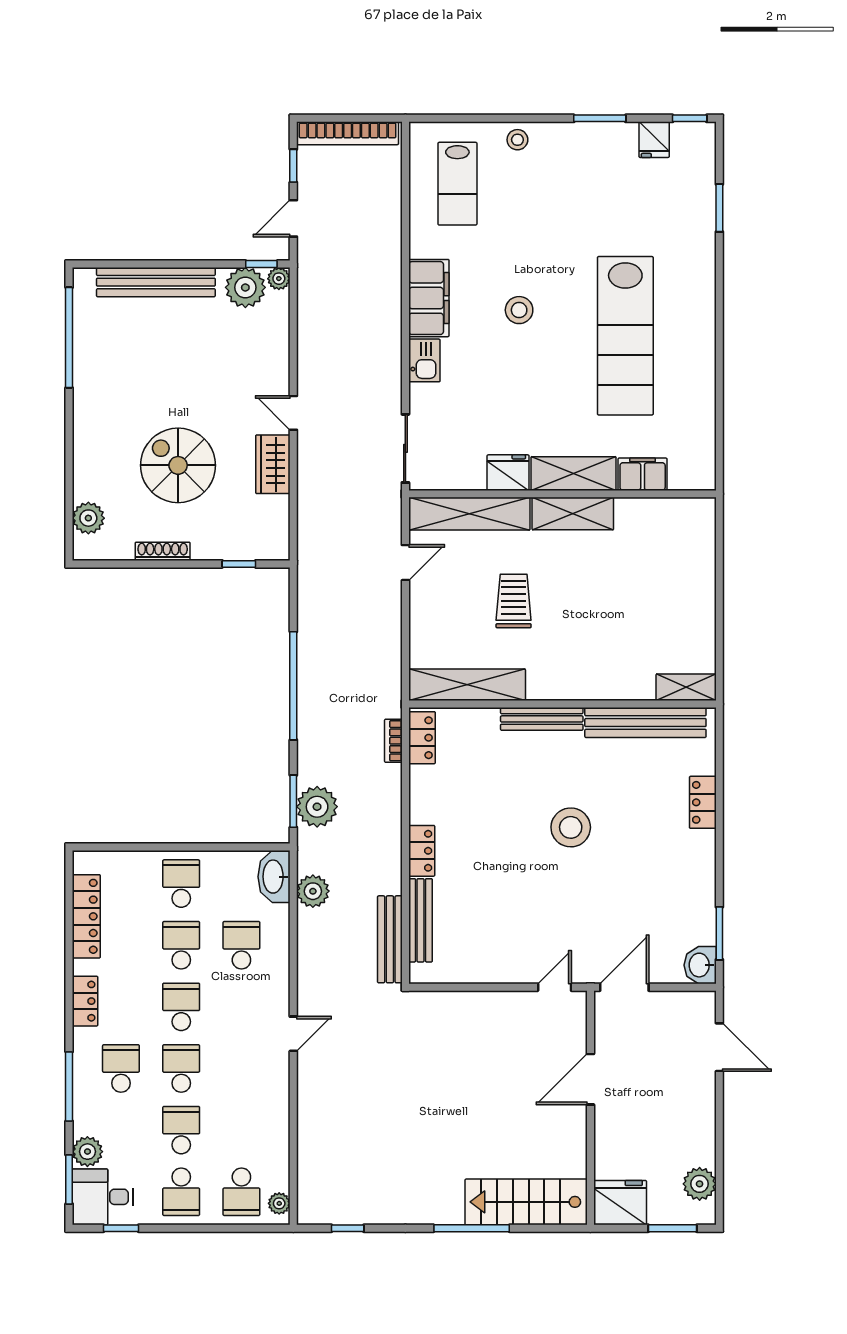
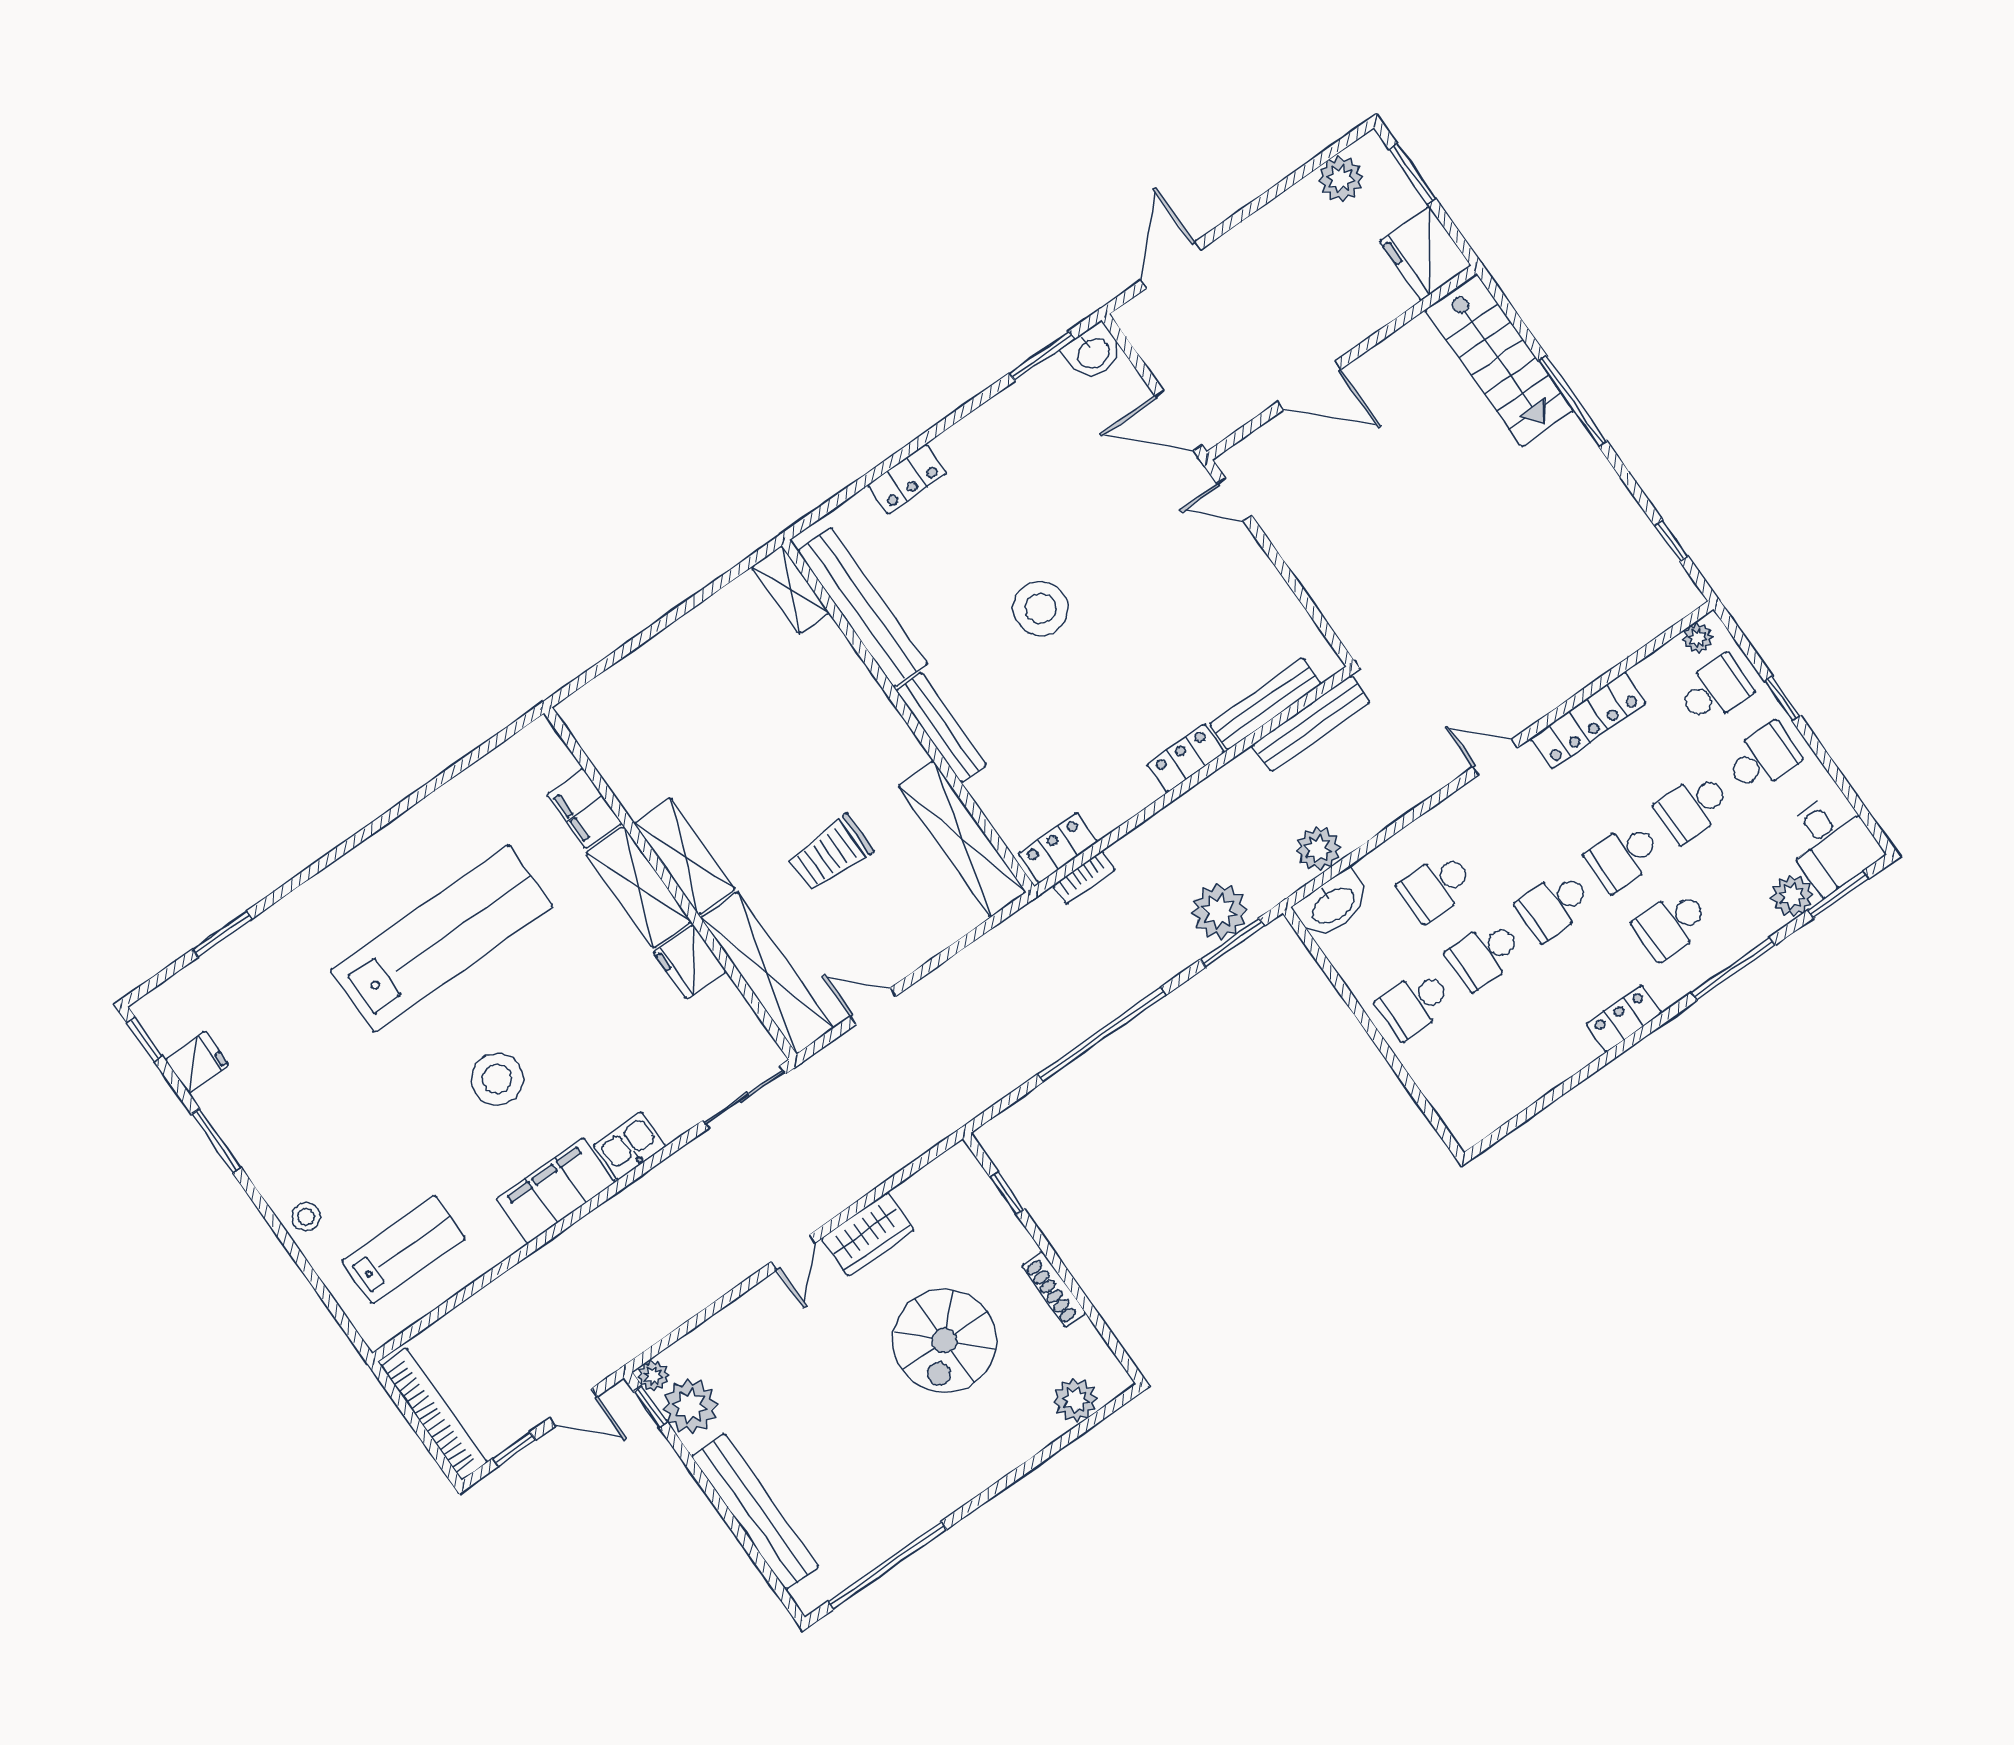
stool: (519, 310) -> (497, 1079), width x1.38, depth x1.38
locker: (86, 916) -> (1588, 721), moved, turned 180
window: (121, 1228) -> (1782, 698), moved

